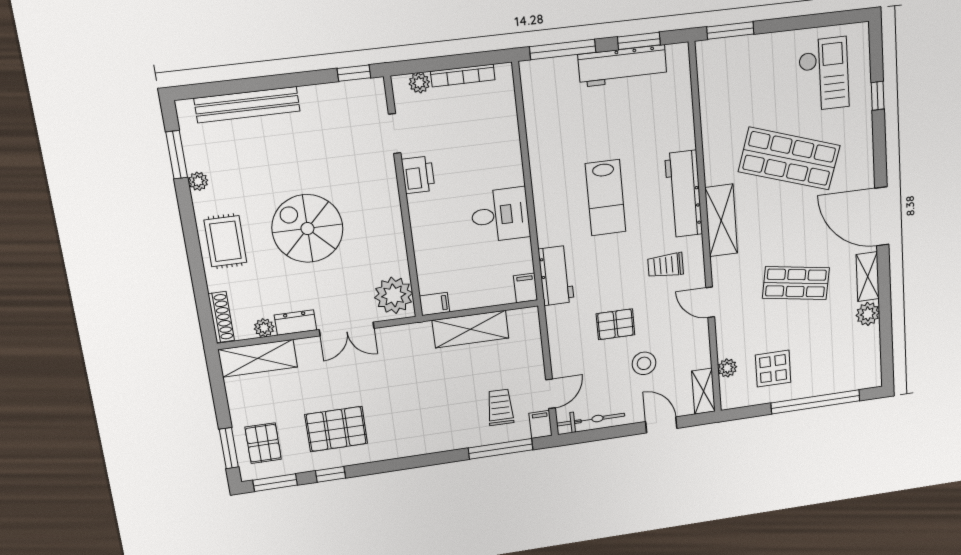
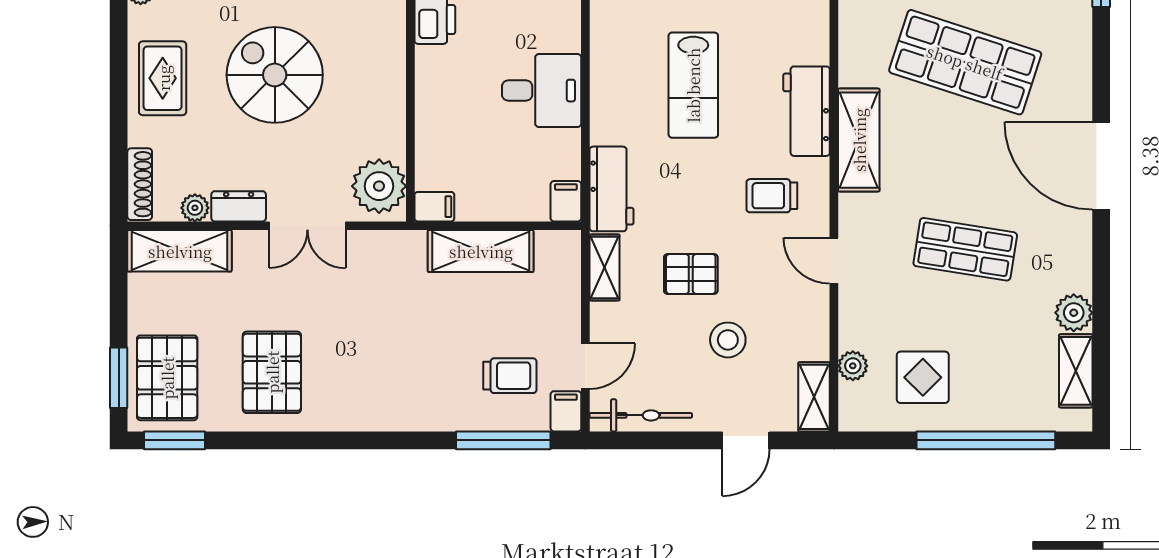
workbench: (684, 194) -> (807, 111), width x0.73
shelving: (868, 277) -> (1076, 371), moved
shelving: (557, 328) -> (605, 267), added
trolley: (500, 407) -> (510, 376), turned 89
door: (661, 425) -> (746, 440), swing flipped
pallet: (336, 429) -> (272, 372), turned 90
pallet: (263, 443) -> (167, 378), width x1.50, depth x1.42
window: (331, 474) -> (254, 440), removed

